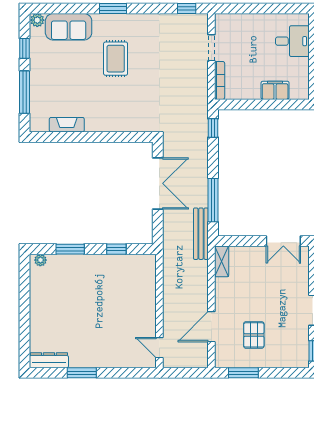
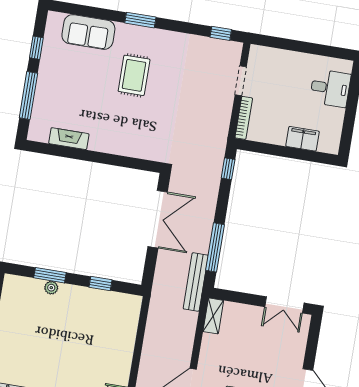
plant: (37, 20) -> (55, 19), removed
plant: (40, 260) -> (51, 288), moved

